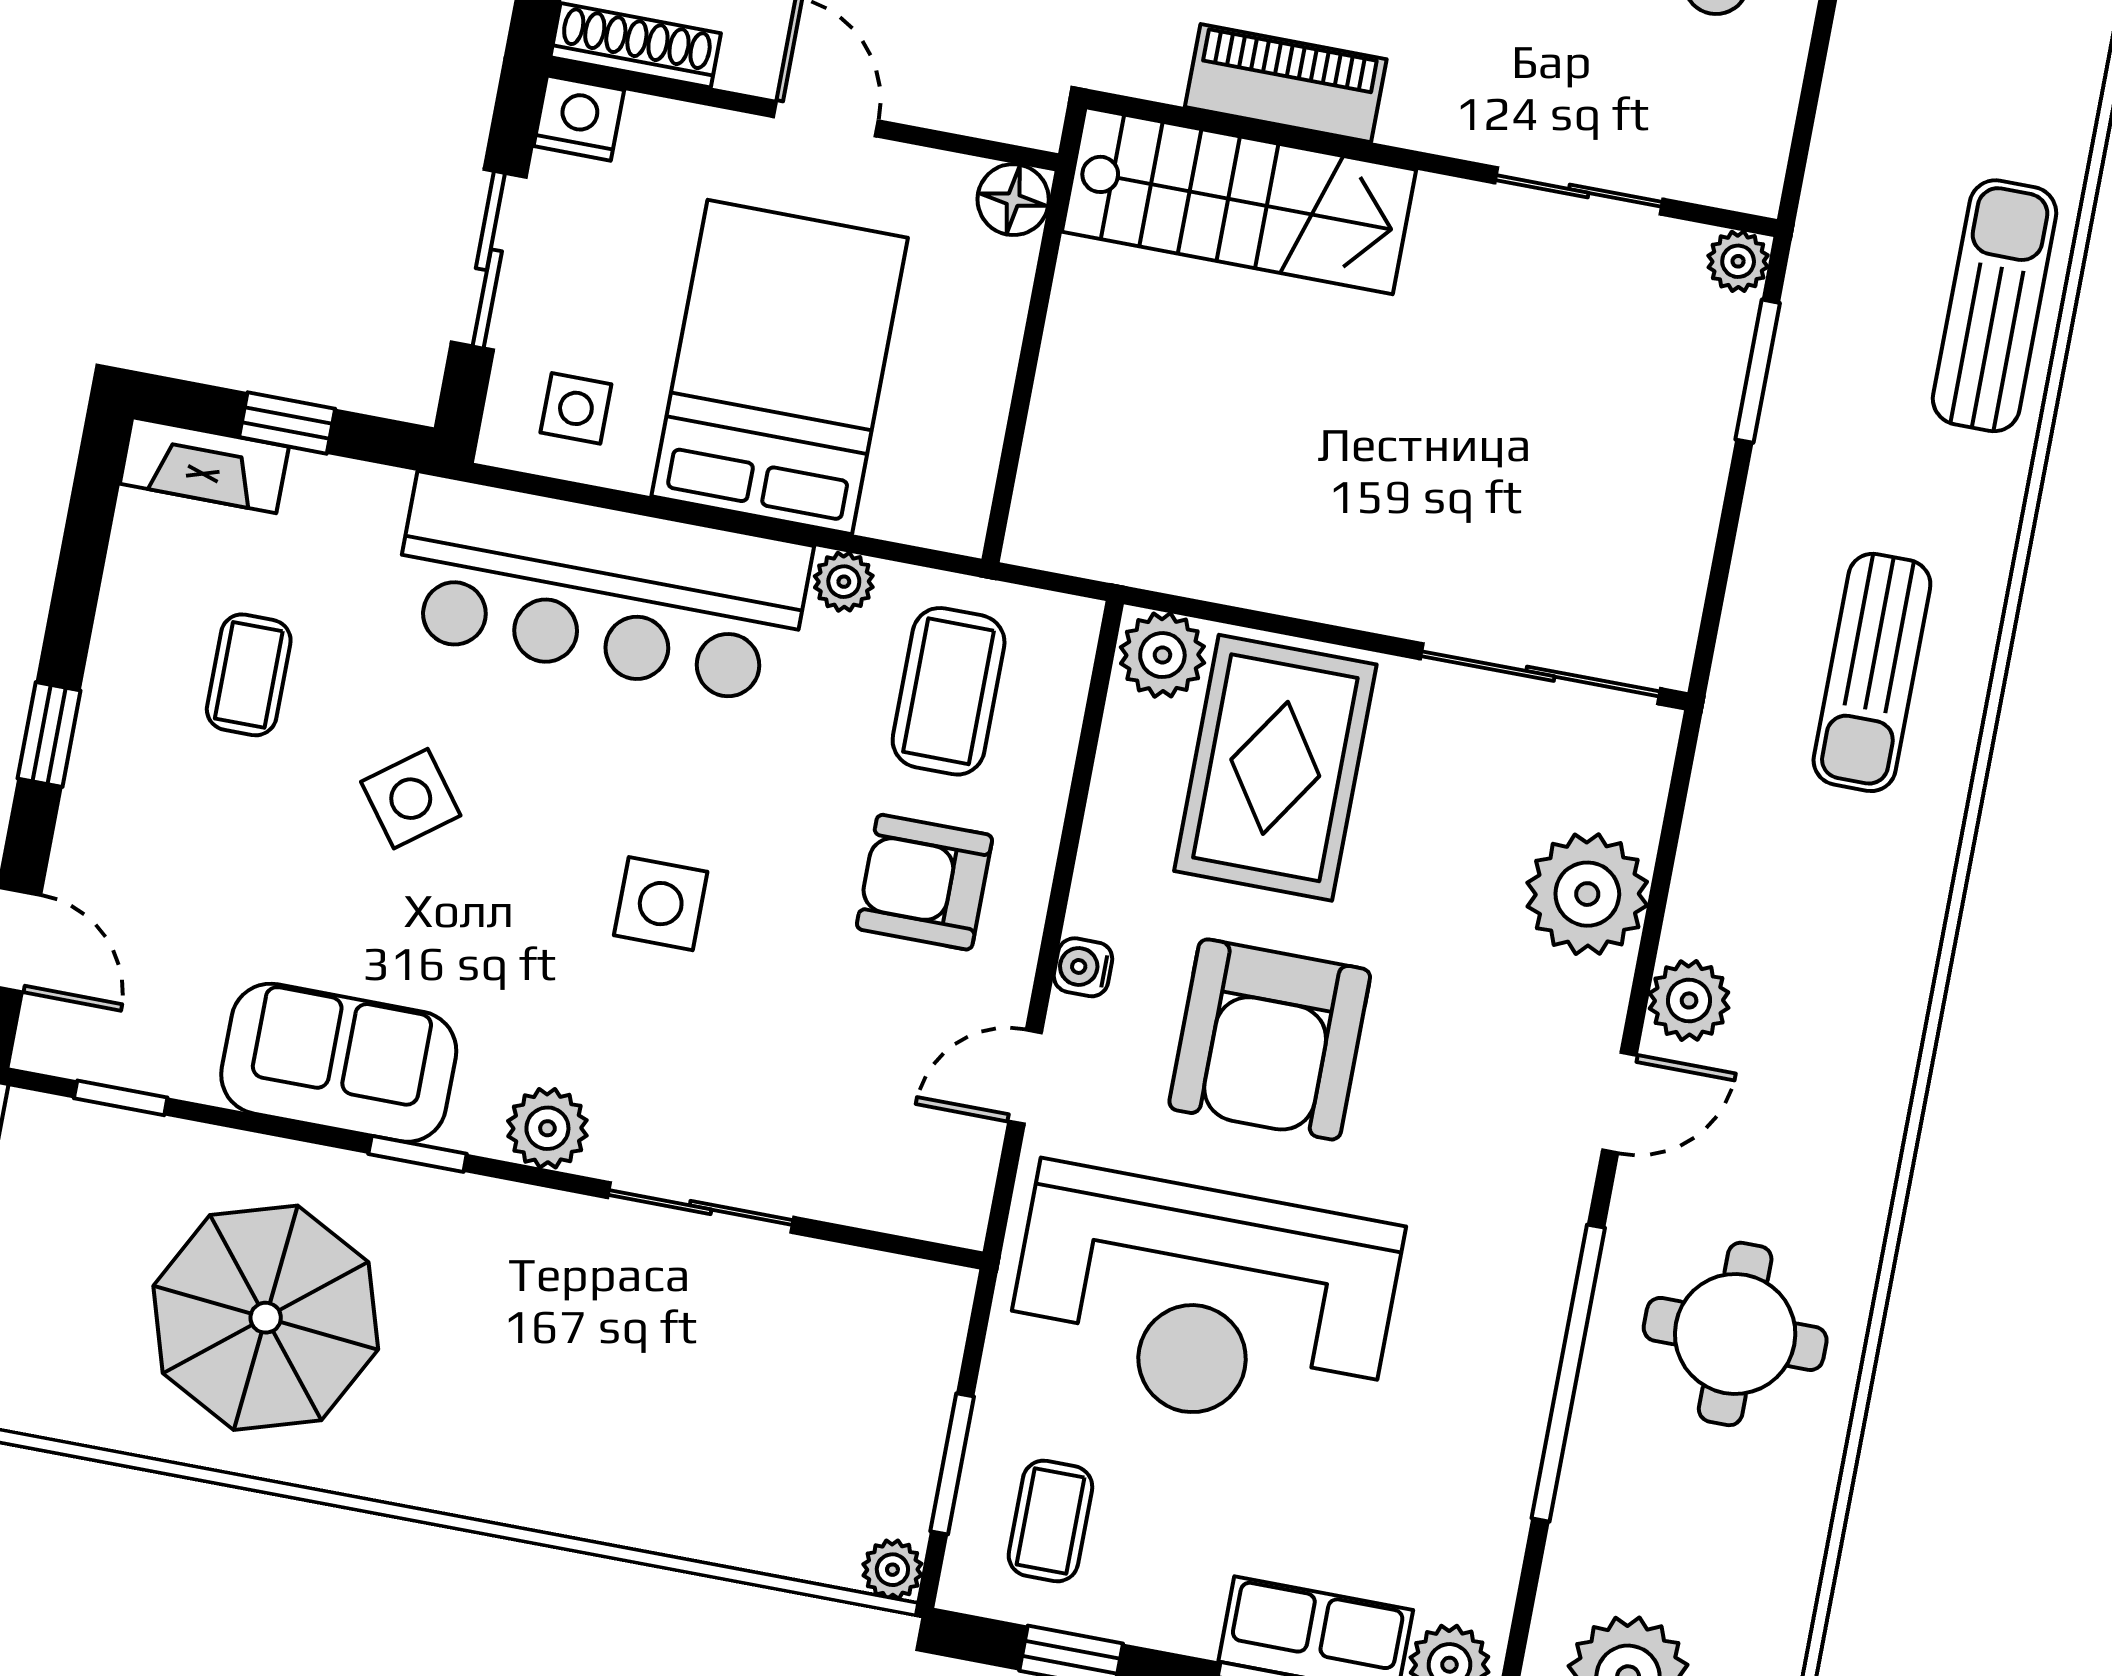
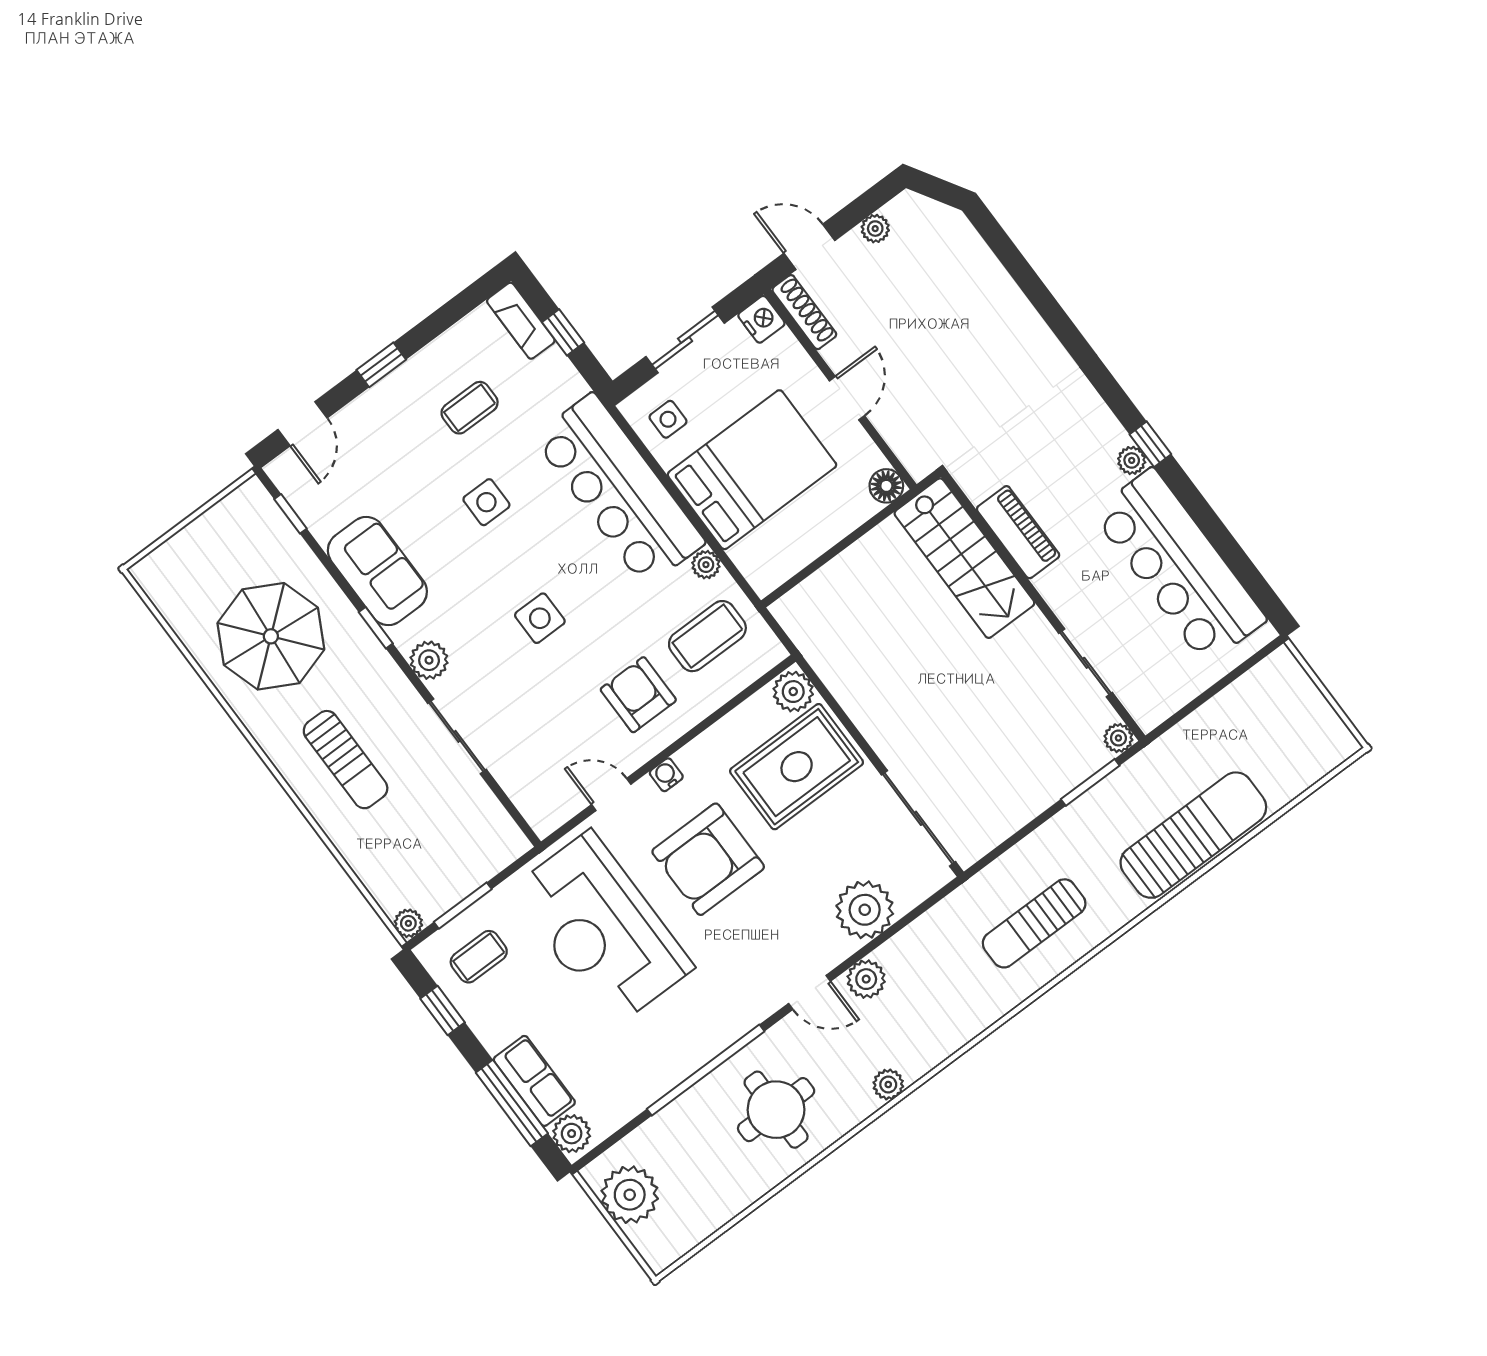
sun lounger: (1995, 306) -> (1193, 835), width x1.36, depth x1.34
side table: (411, 799) -> (486, 502), turned 37
plant: (1875, 1134) -> (888, 1085), added
sun lounger: (559, 1403) -> (346, 760), added

